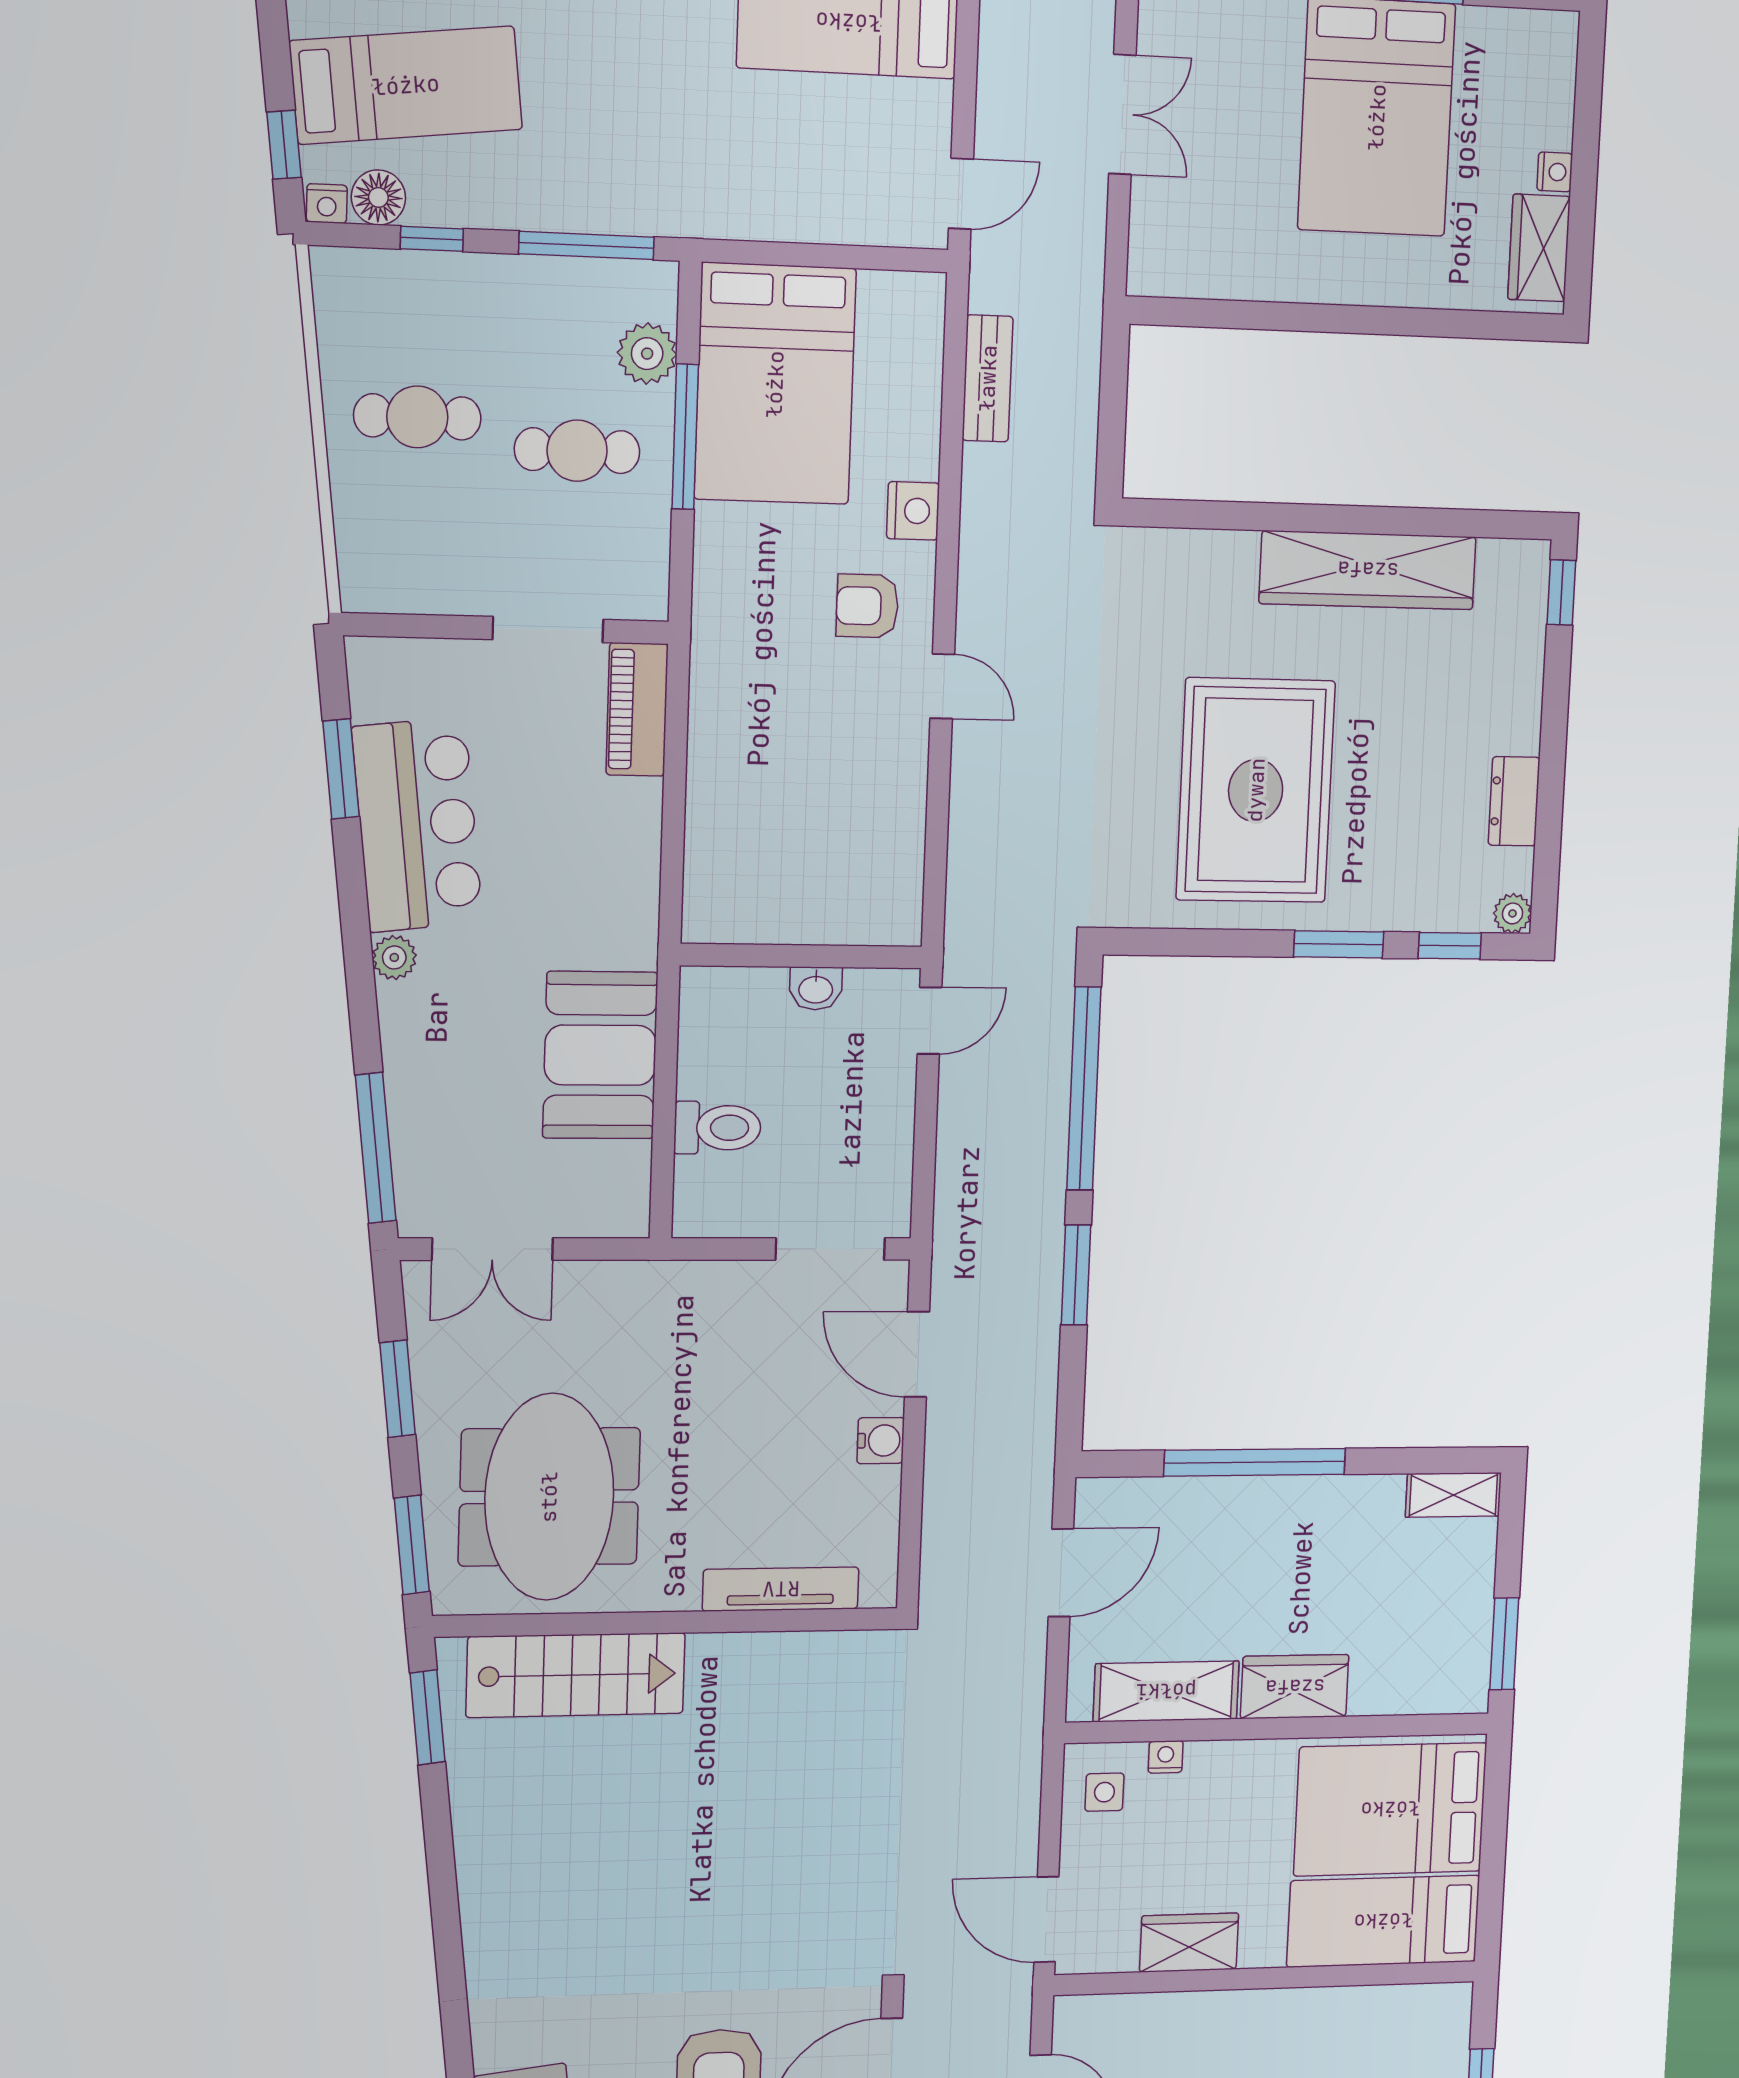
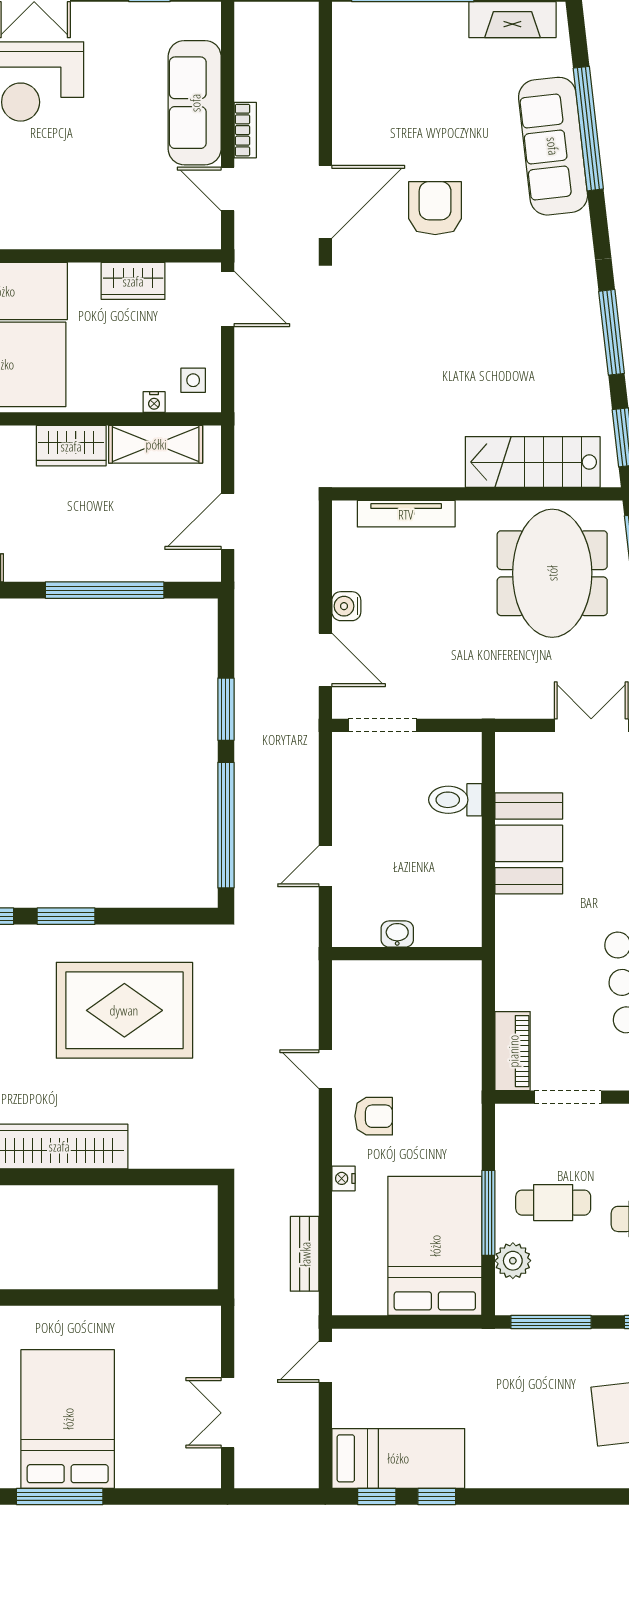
nightstand: (913, 511) -> (343, 1178), width x0.72, depth x0.74
rug: (1256, 790) -> (124, 1010), turned 90
wall: (801, 956) -> (407, 954), moved
washbasin: (816, 988) -> (397, 934), moved
window: (443, 1885) -> (612, 332), added

